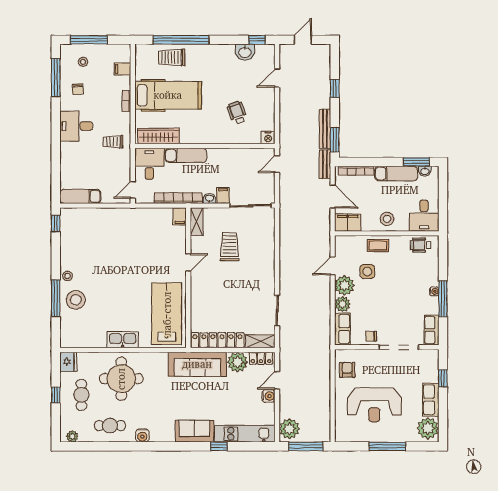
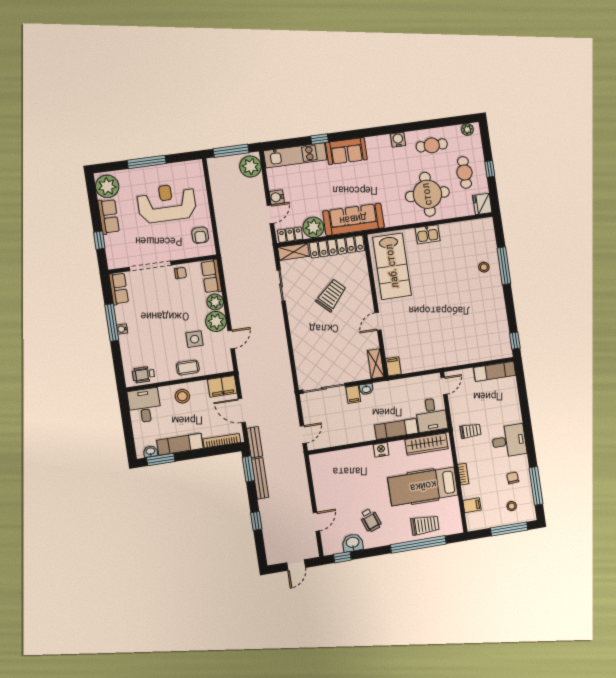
wheelchair: (237, 112) -> (370, 520), moved
nightstand: (268, 138) -> (381, 450), moved
bookcase: (178, 198) -> (398, 385), removed
wheelchair: (421, 245) -> (143, 375), turned 180
trolley: (229, 247) -> (331, 295), moved, turned -136
stool: (67, 276) -> (496, 290), removed
stool: (76, 300) -> (484, 267), width x0.53, depth x0.53
kitchen sink: (123, 340) -> (428, 234), width x0.73

